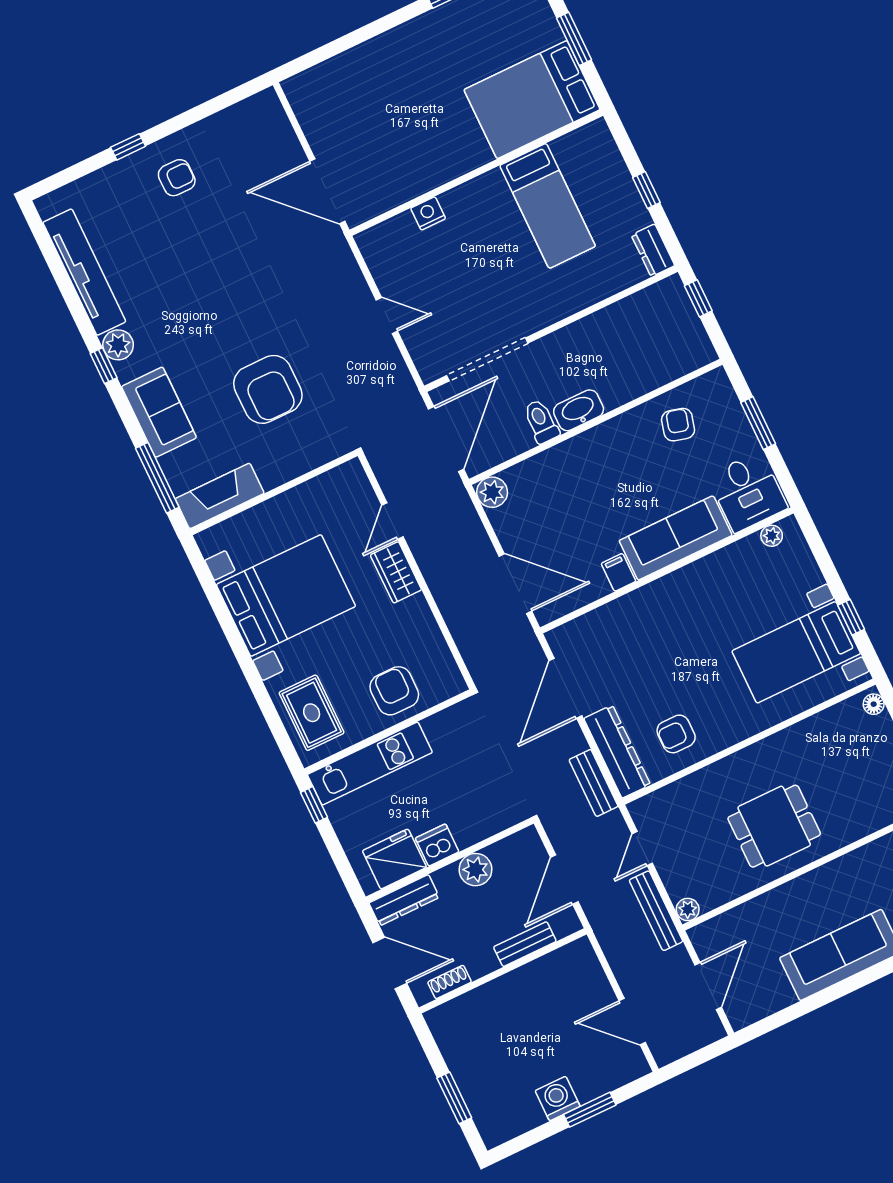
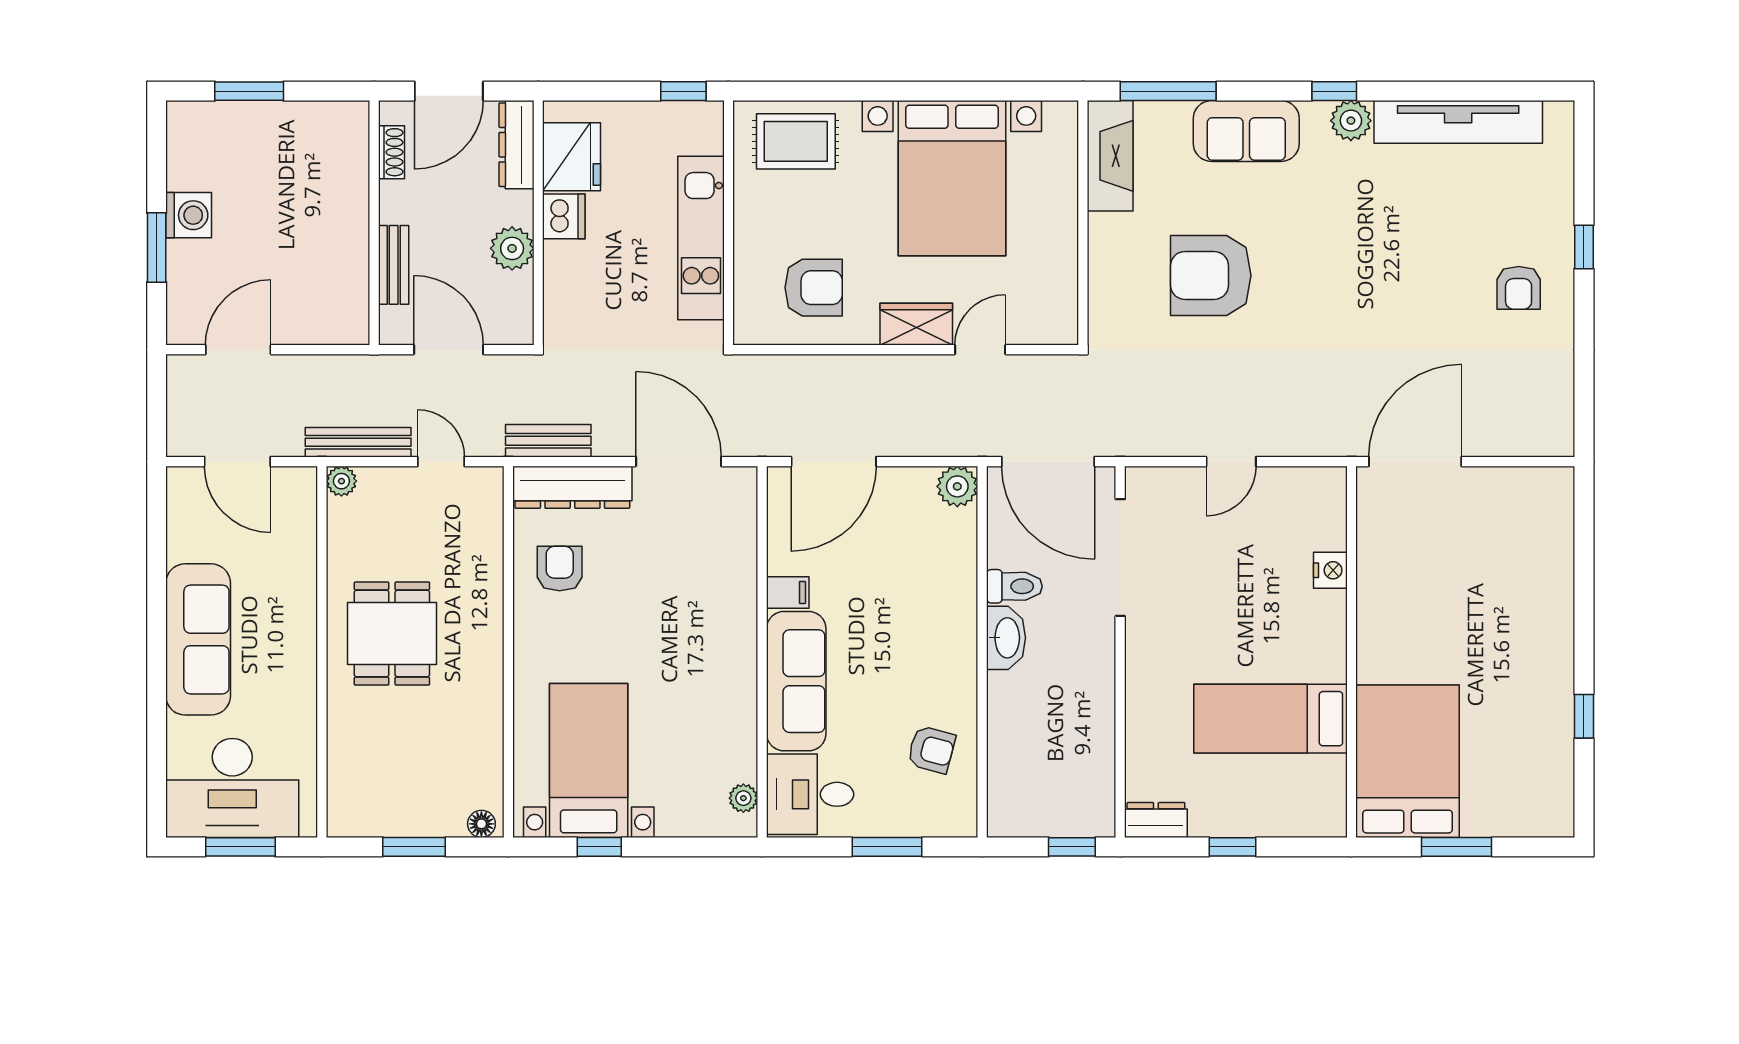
door: (392, 521) -> (980, 350), hinge flipped
armchair: (394, 691) -> (814, 288), moved
kitchen unit: (370, 763) -> (701, 238), moved

